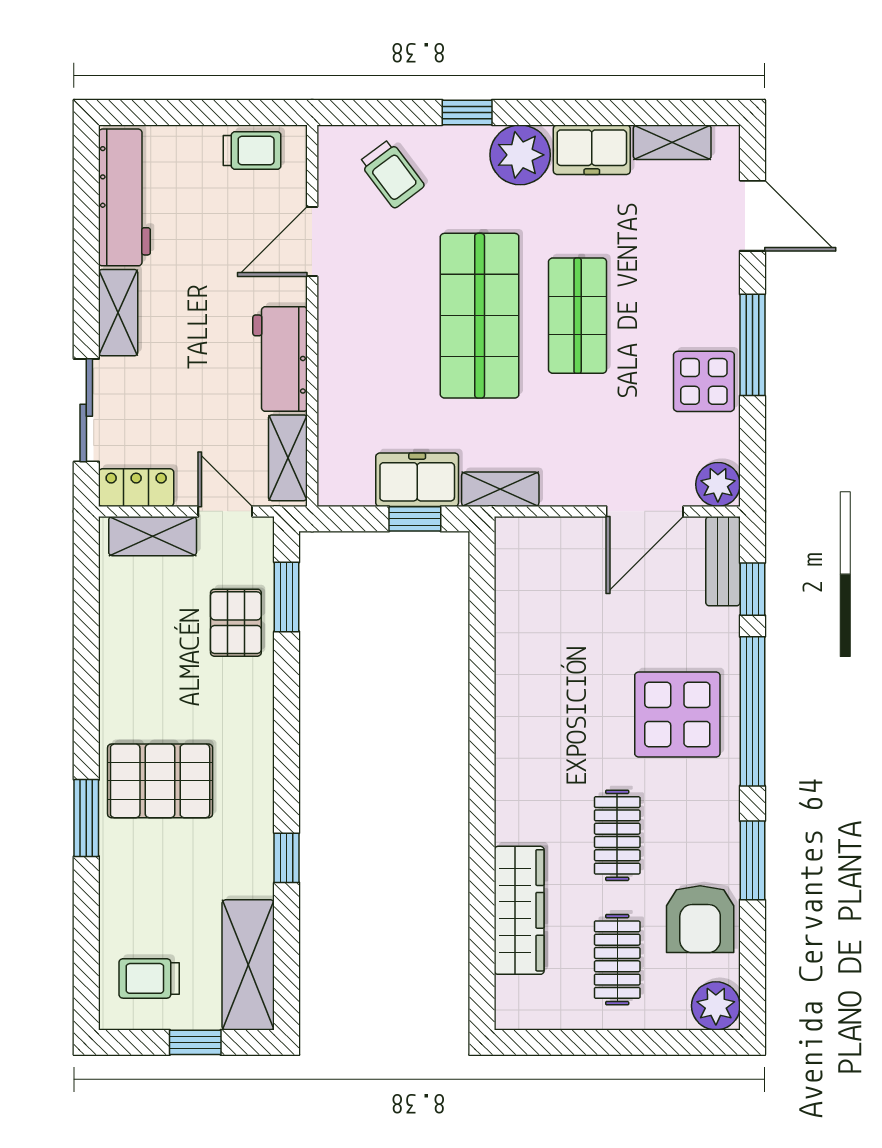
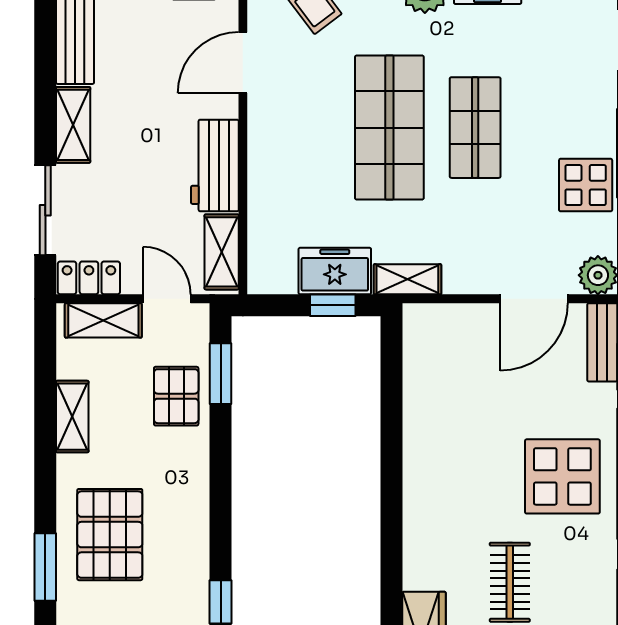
shelving: (117, 646) -> (72, 417), added
pallet: (160, 781) -> (110, 535), turned 90

